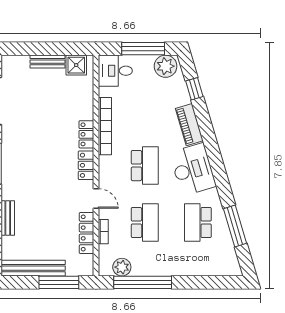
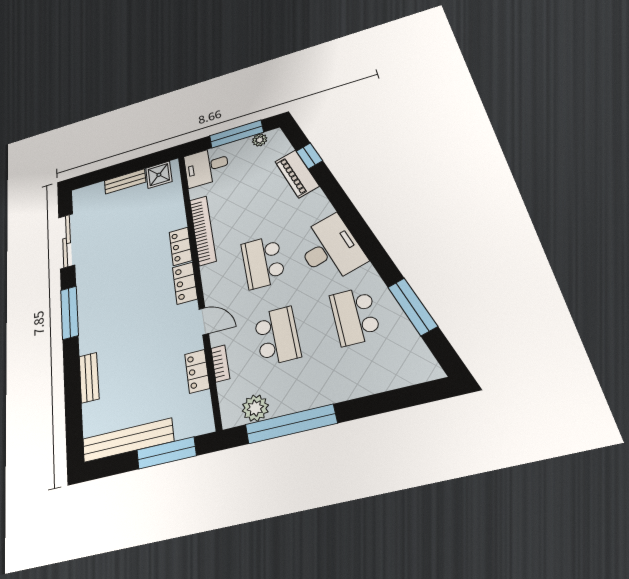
plant: (166, 66) -> (260, 140), width x0.53, depth x0.53
piano: (189, 125) -> (297, 174), moved
school desk: (145, 166) -> (263, 262), turned 180
locker: (87, 233) -> (197, 371), width x0.66

